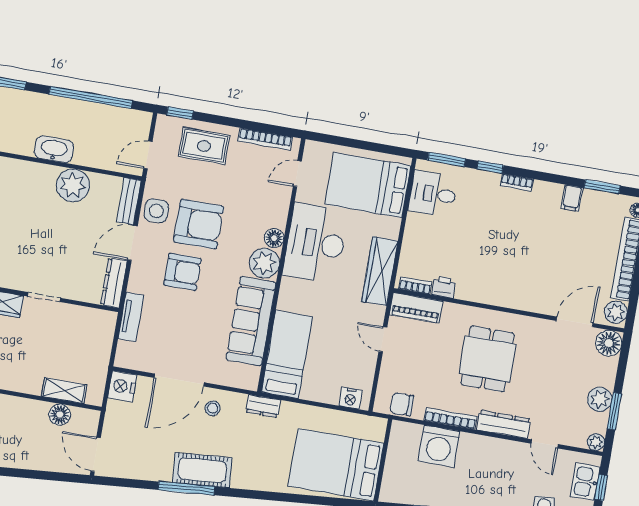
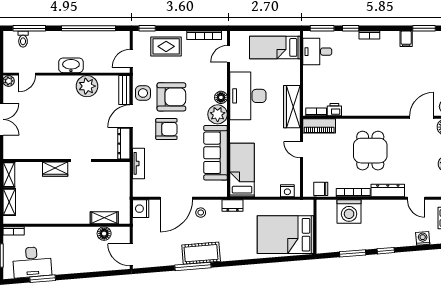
bed: (368, 185) -> (275, 47), width x0.67

